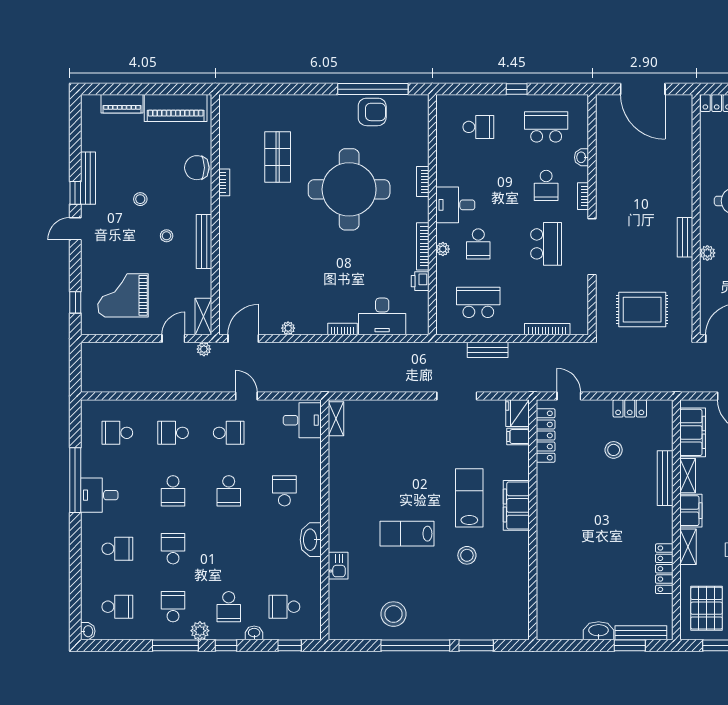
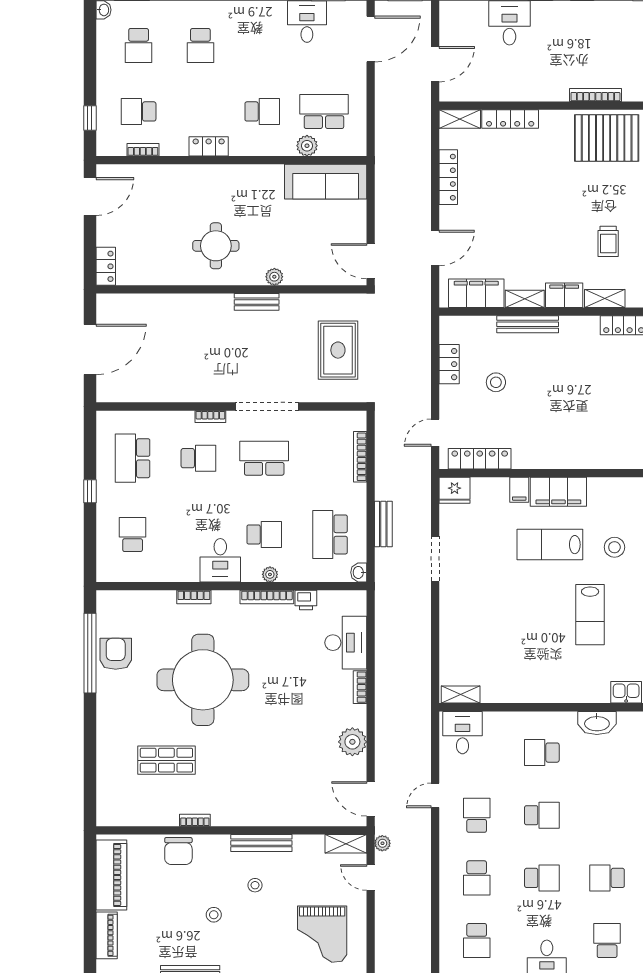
washbasin: (582, 157) -> (359, 572), moved, turned 90
plant: (288, 328) -> (352, 742), width x1.87, depth x1.87
filing cabinet: (518, 437) -> (519, 490), moved

